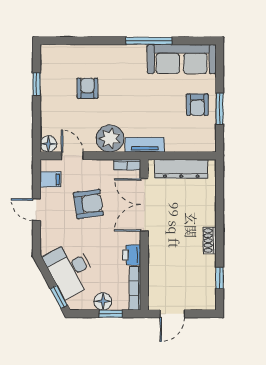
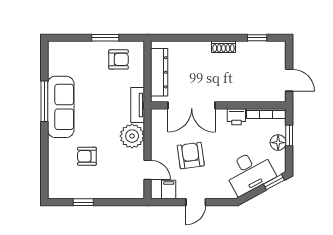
sofa: (182, 59) -> (61, 107), moved
armchair: (197, 105) -> (119, 59), moved
floor lamp: (48, 144) -> (137, 191), removed
door: (72, 156) -> (147, 170), swing flipped
bookcase: (127, 165) -> (156, 121), removed

